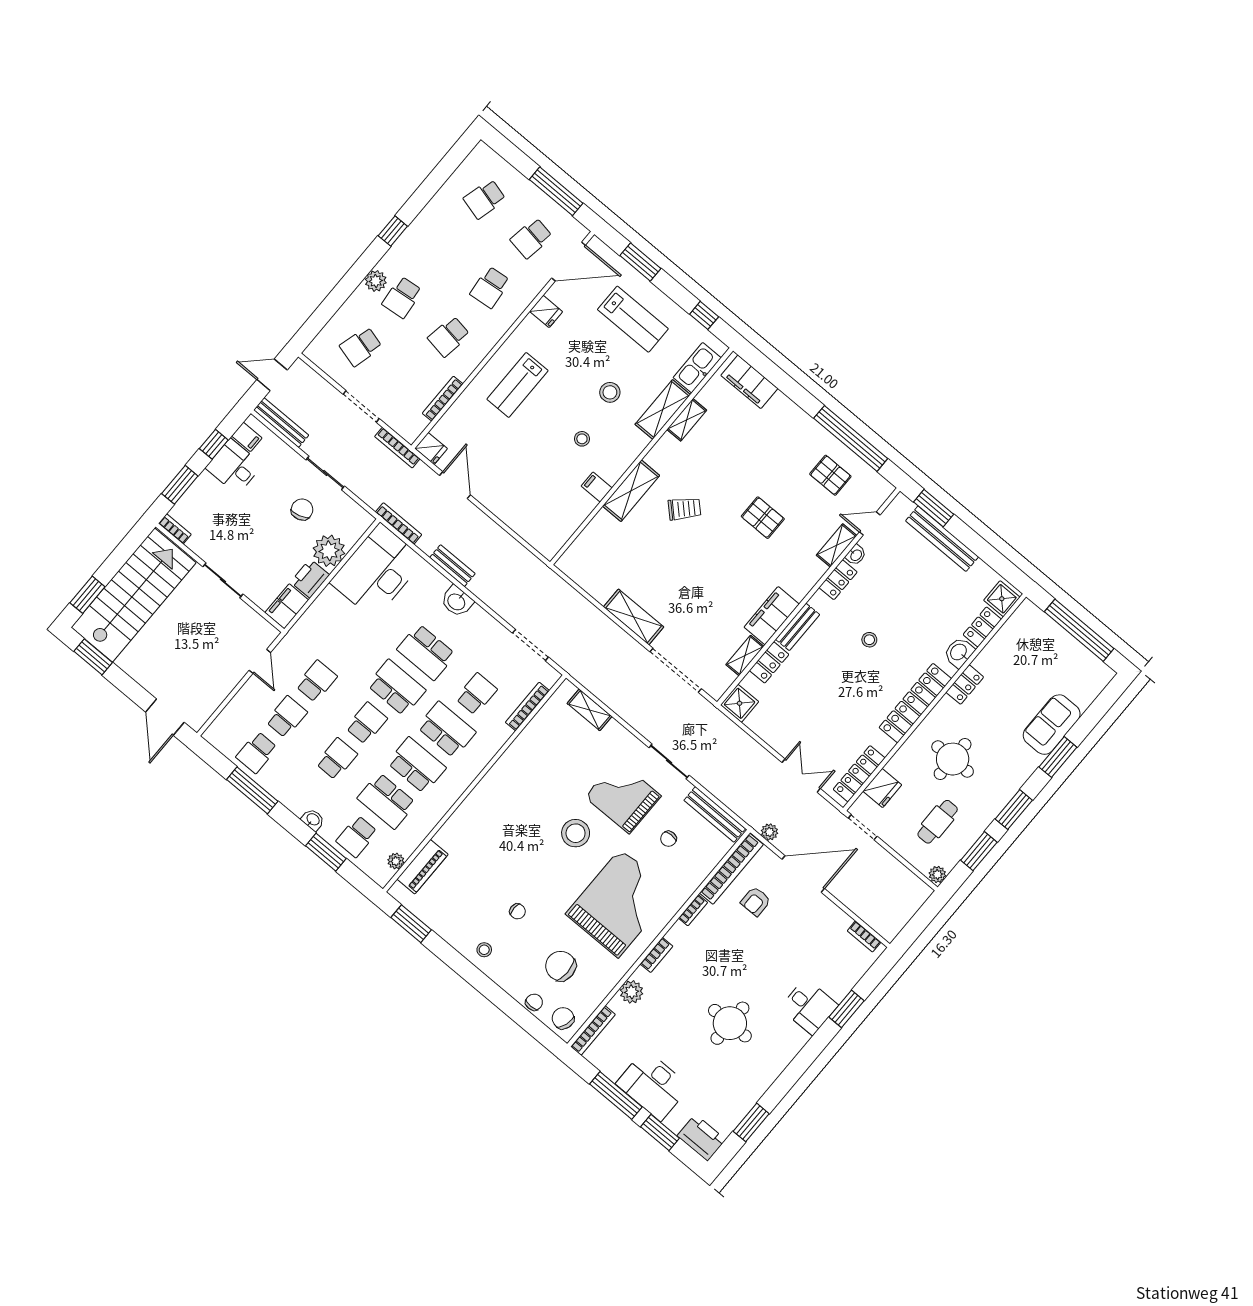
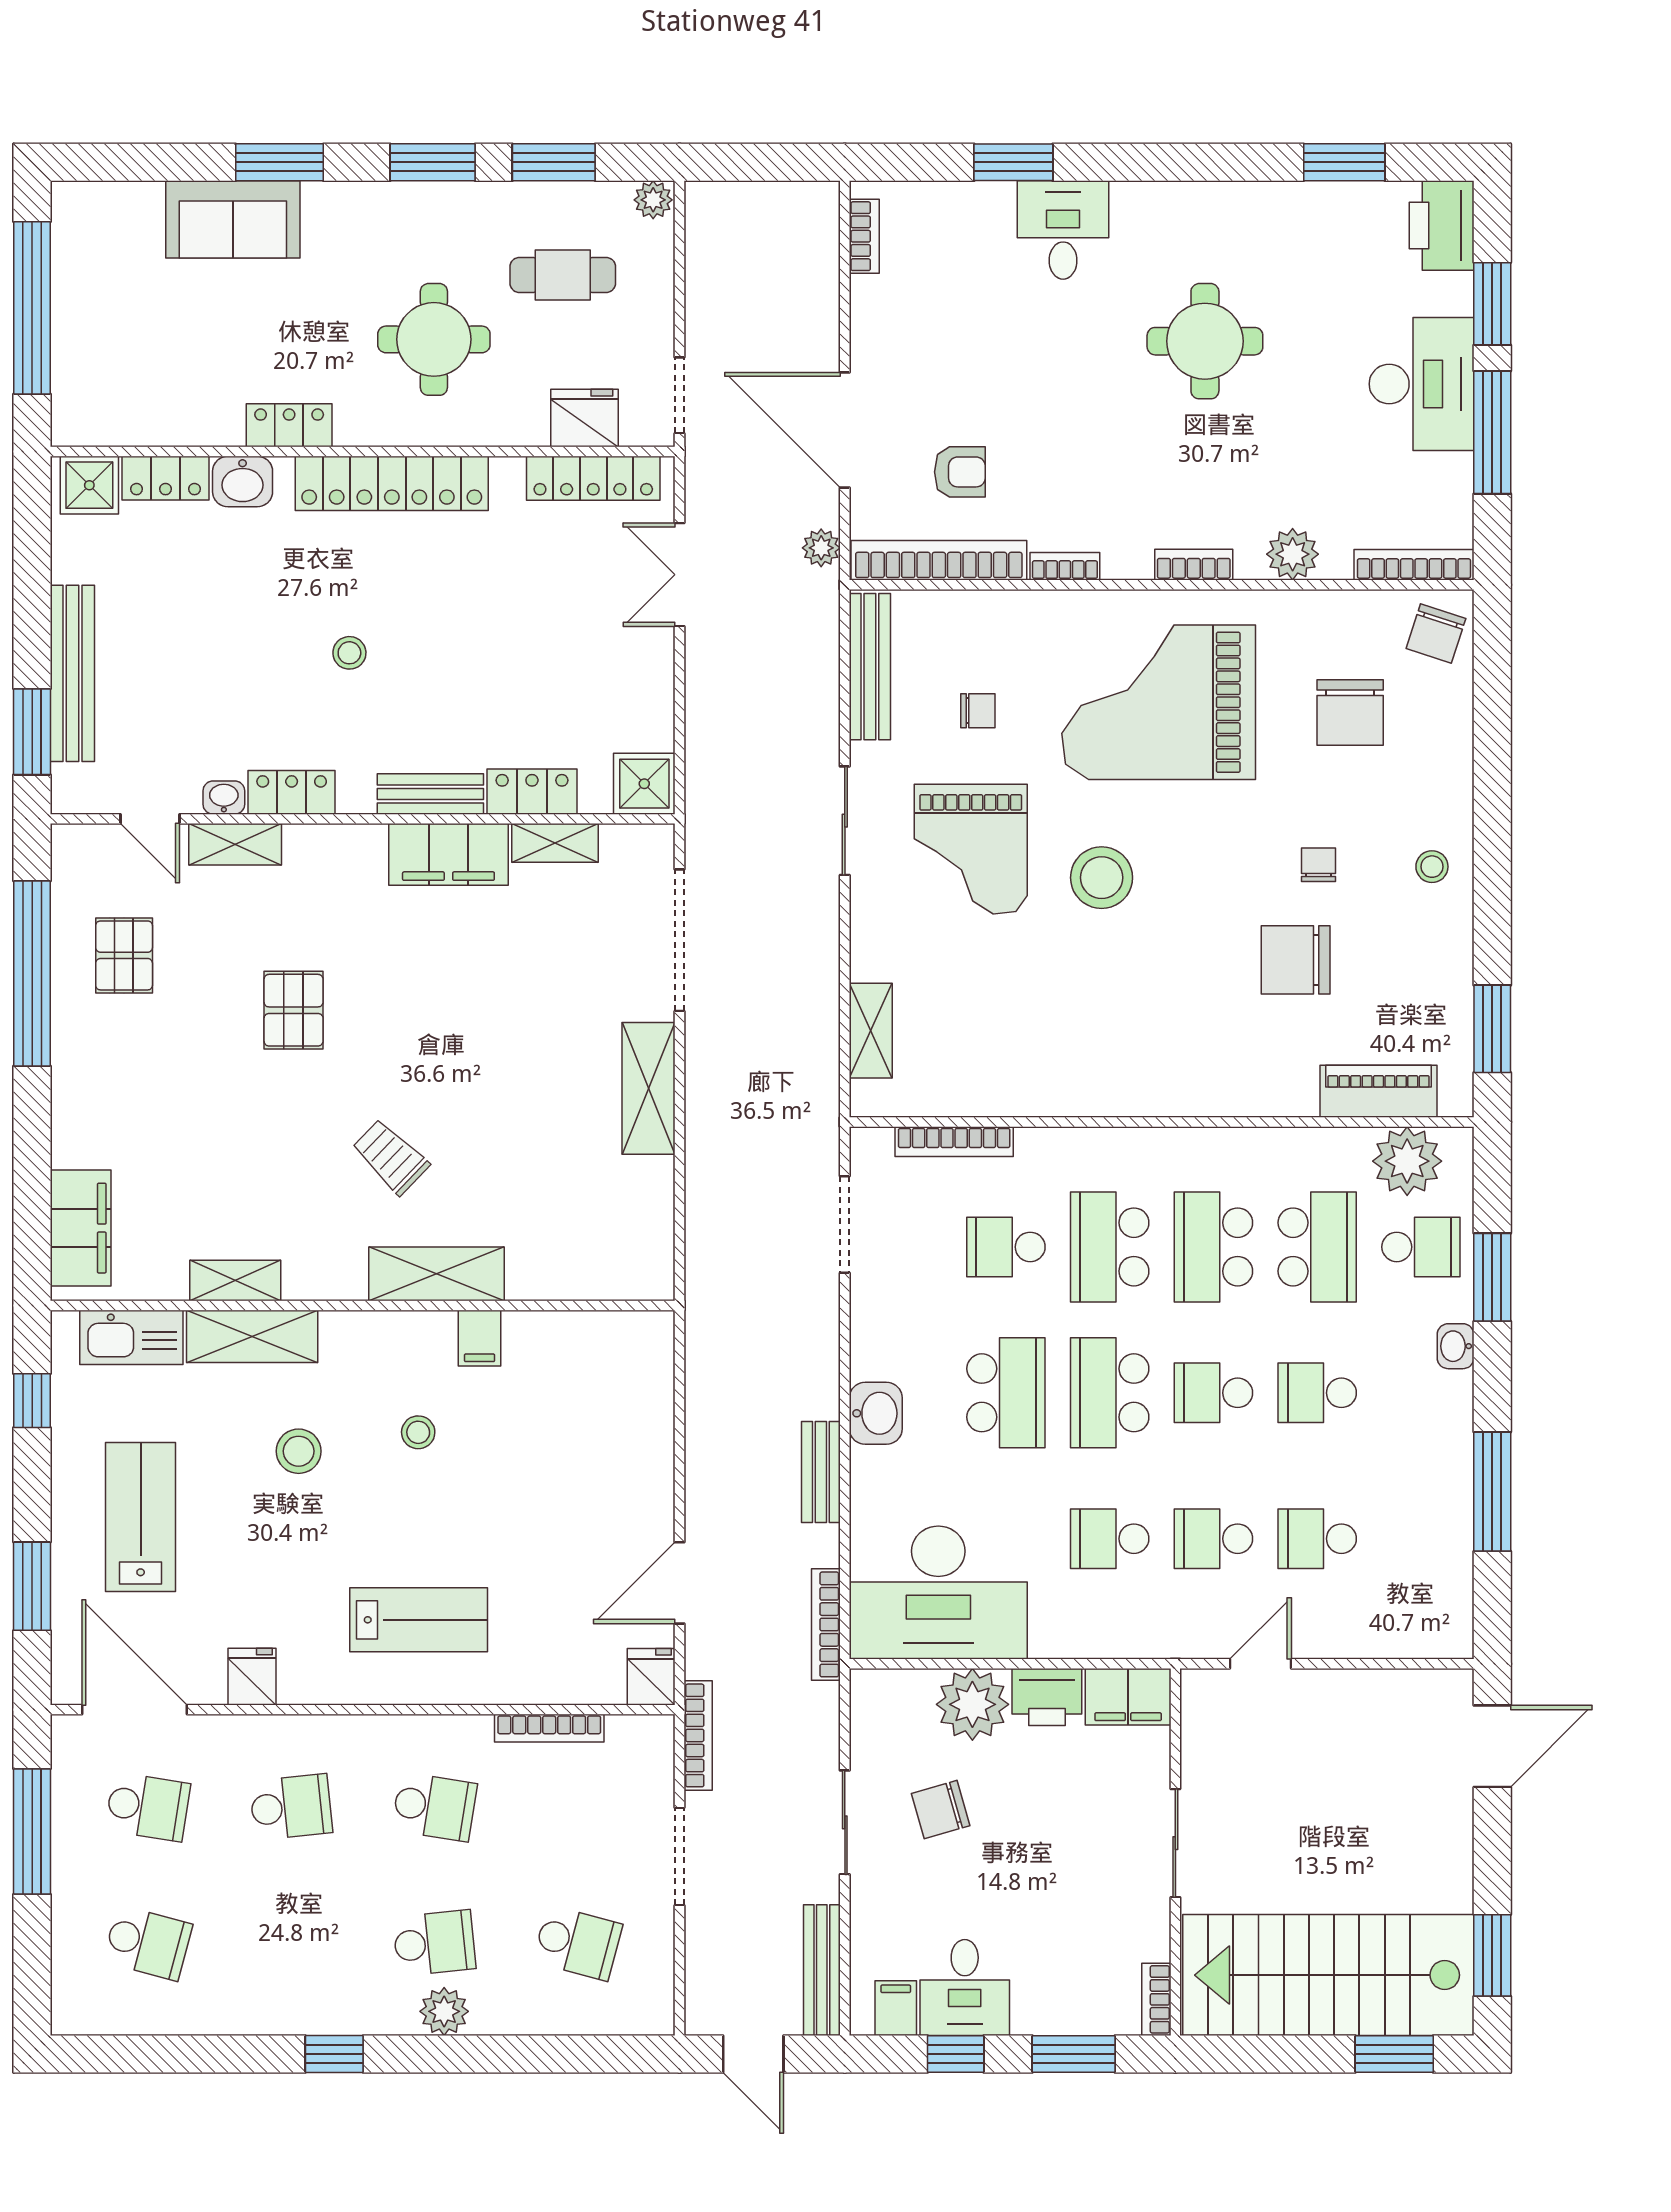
school desk: (257, 752) -> (1110, 1539), moved, turned 180
plant: (396, 861) -> (1407, 1161), width x1.87, depth x1.87
chair: (534, 1002) -> (1296, 960), moved, width x1.87, depth x1.87

